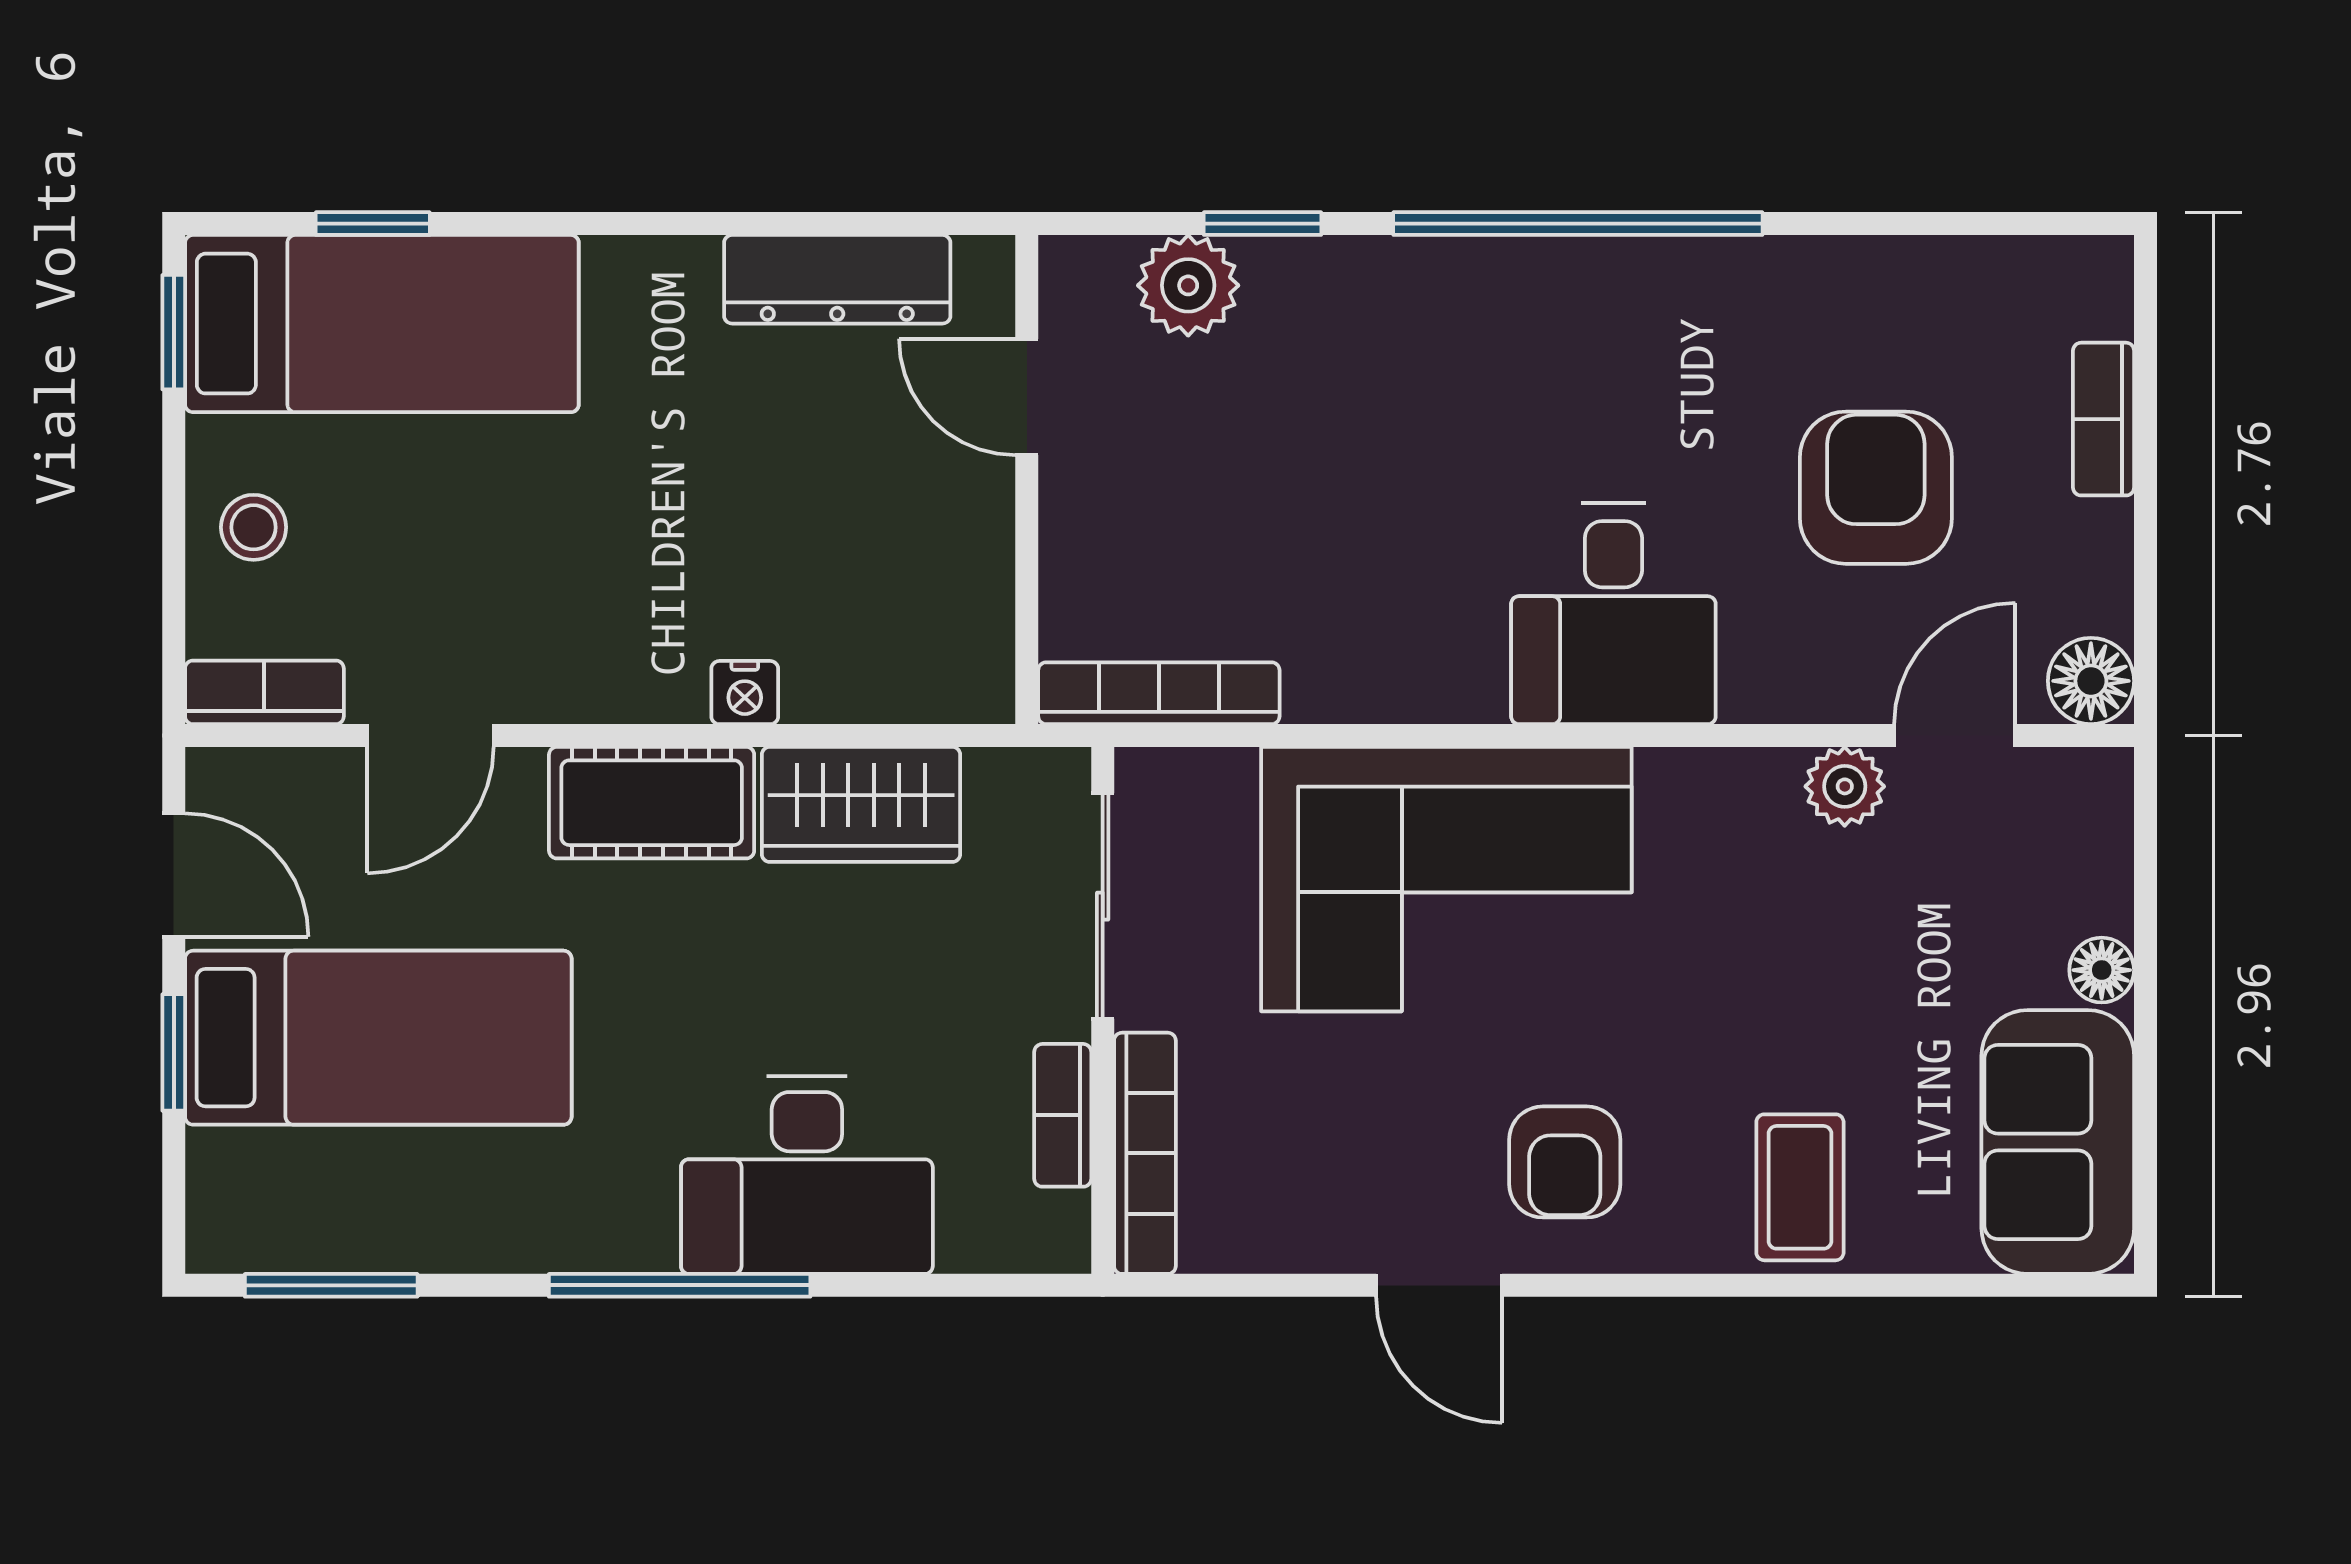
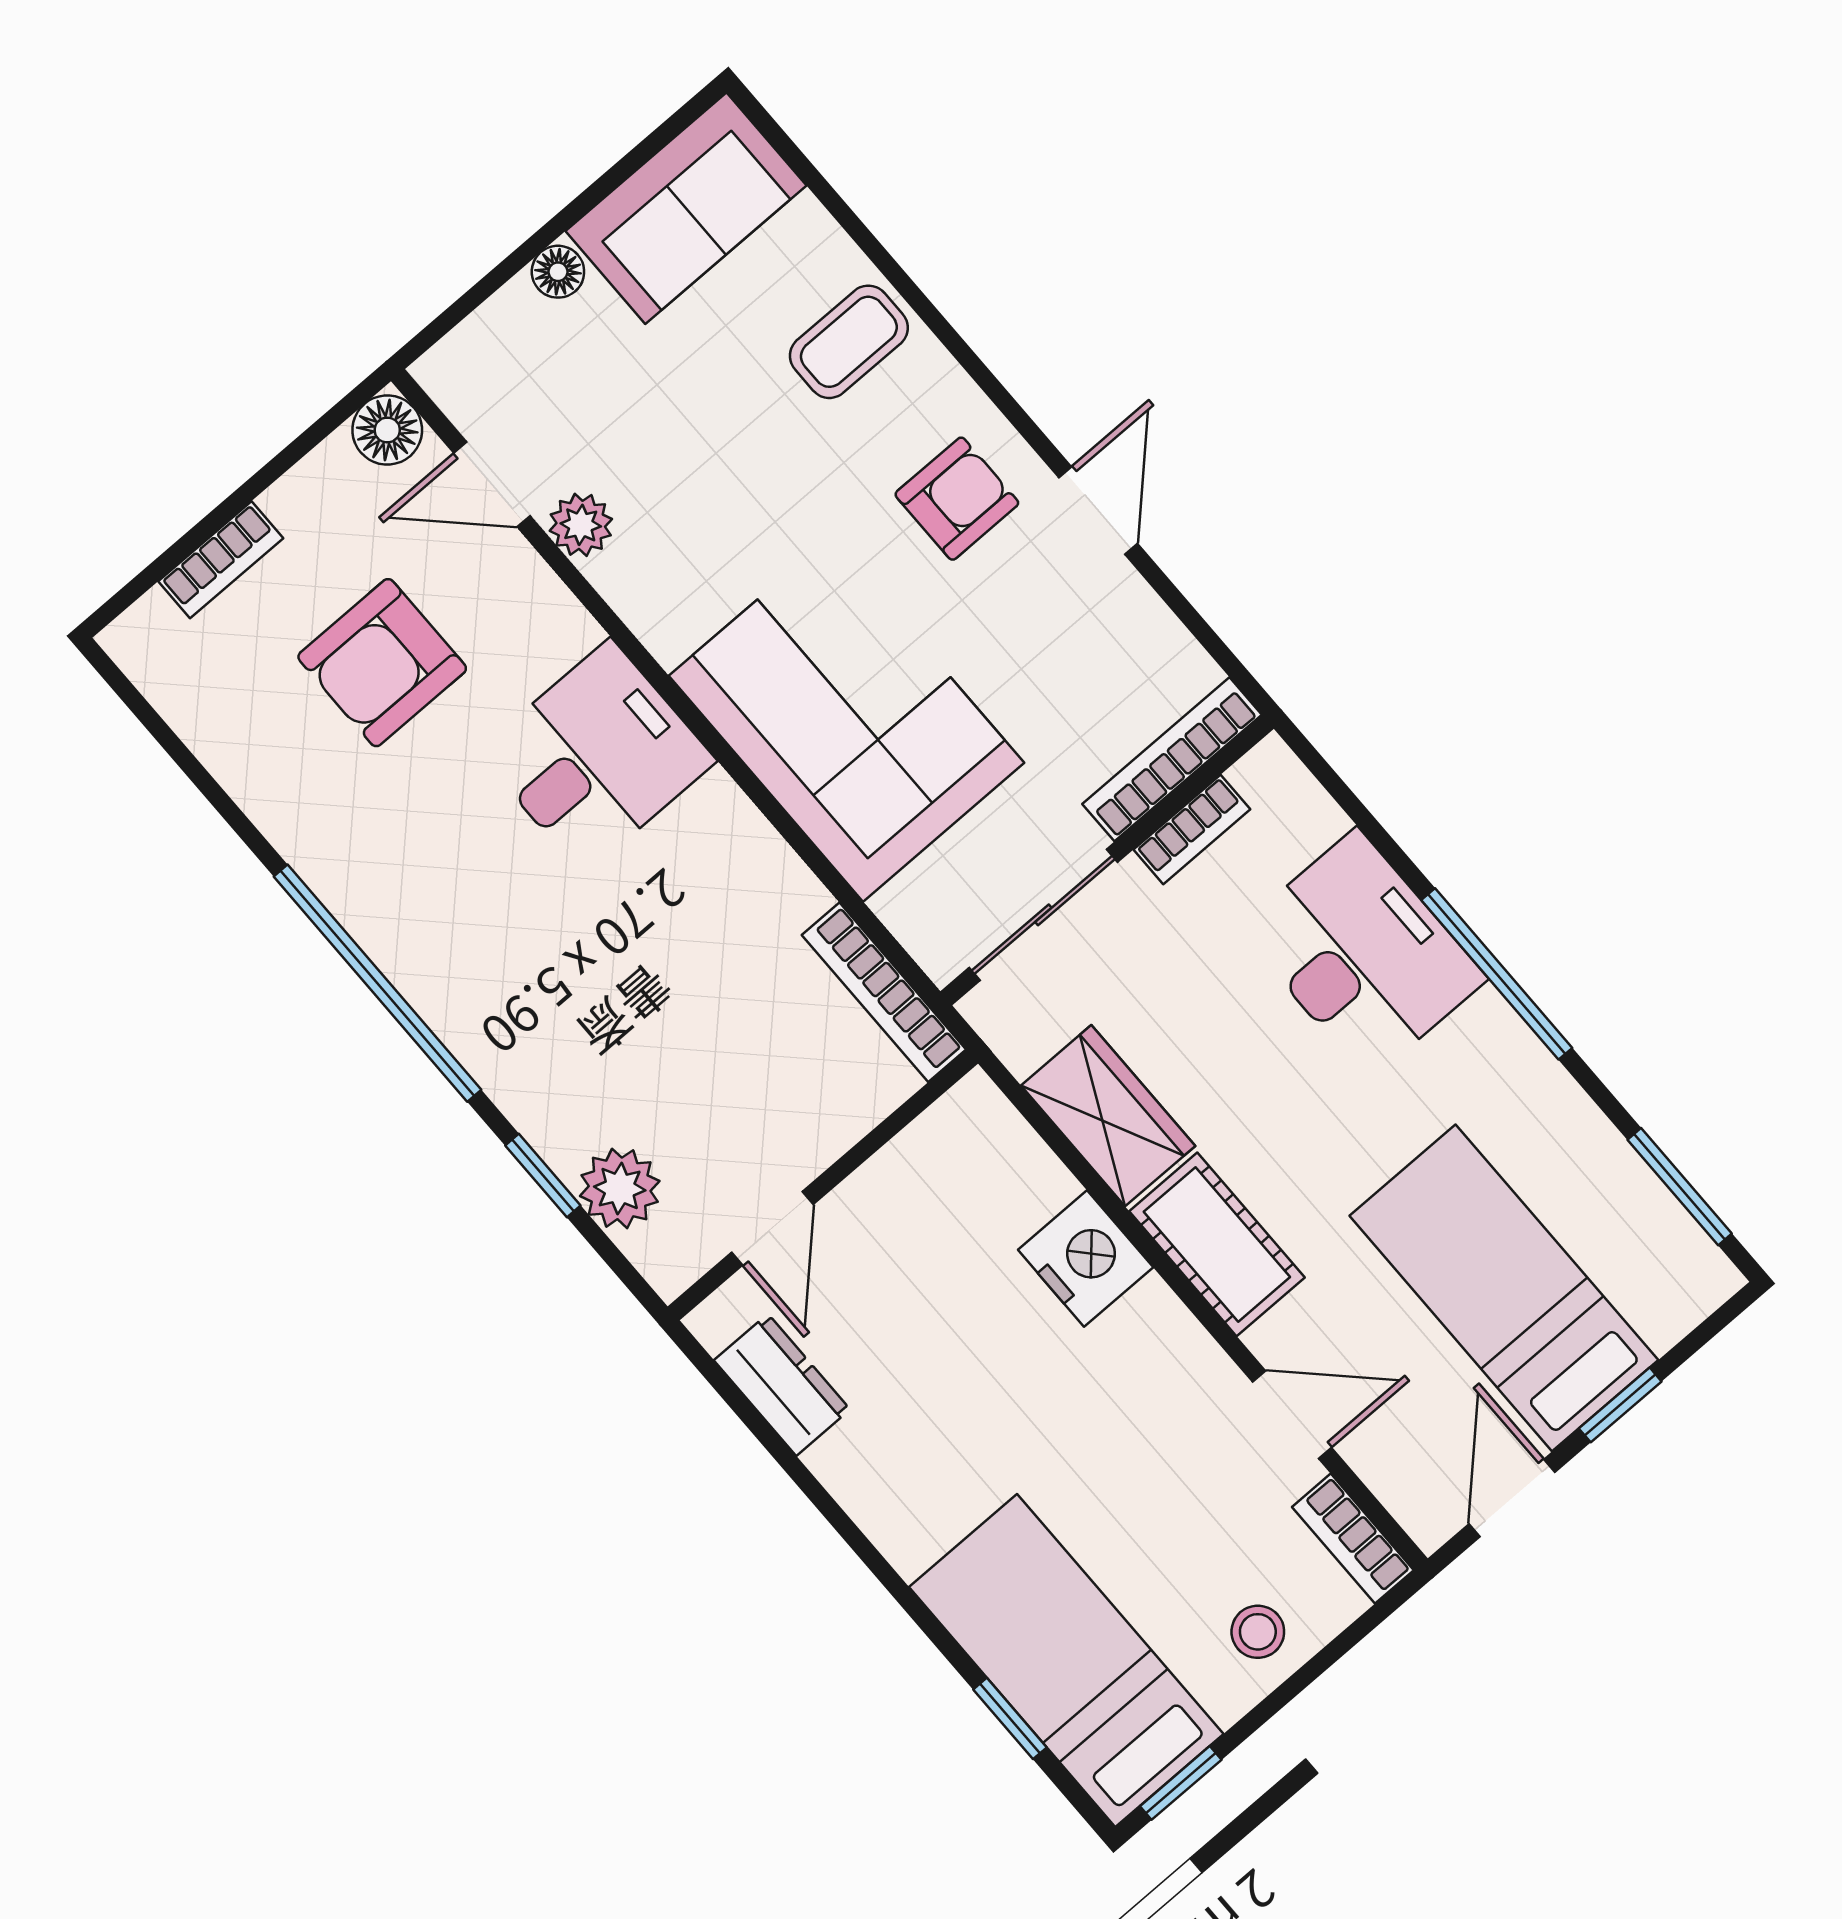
dresser: (837, 279) -> (782, 1385), width x0.70
nightstand: (745, 693) -> (1086, 1259), width x1.89, depth x1.79

